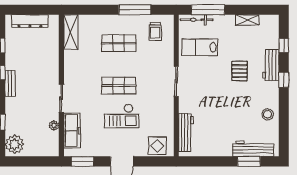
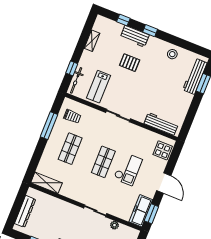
window: (208, 10) -> (72, 68), width x0.46
freezer: (72, 131) -> (141, 211), moved, turned -90

